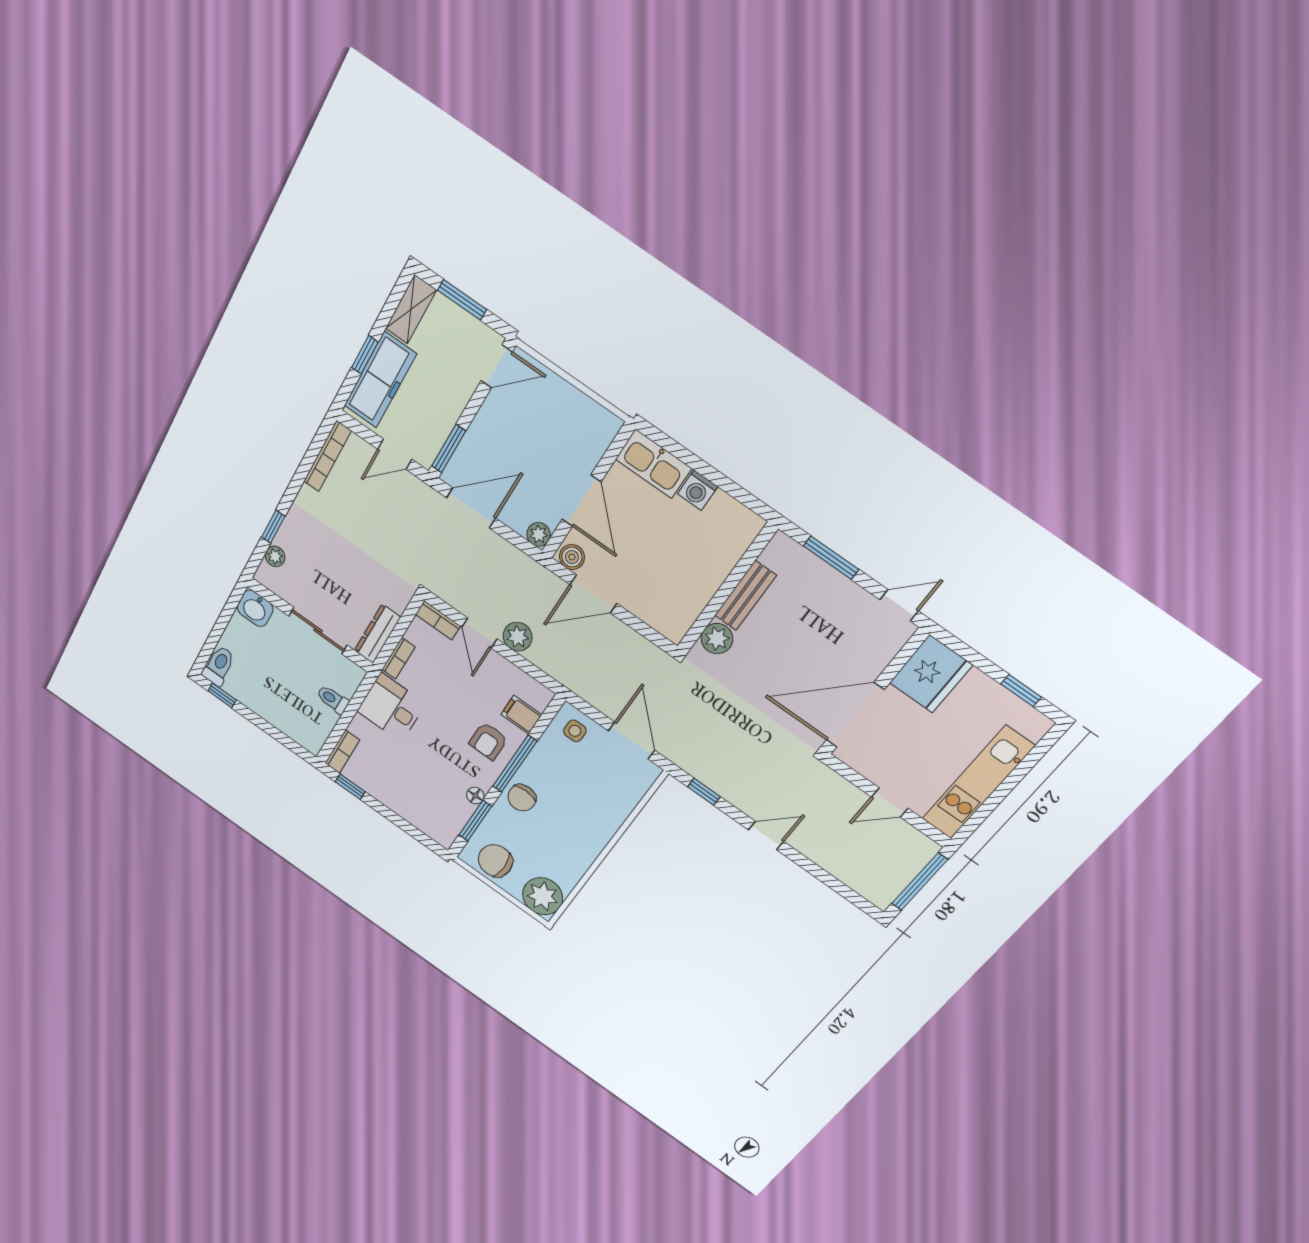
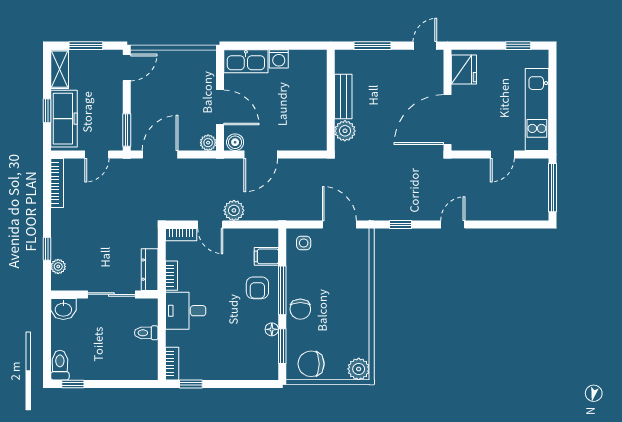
fridge: (931, 674) -> (464, 70), width x0.73, depth x0.75
plant: (543, 896) -> (359, 369), width x0.73, depth x0.73

